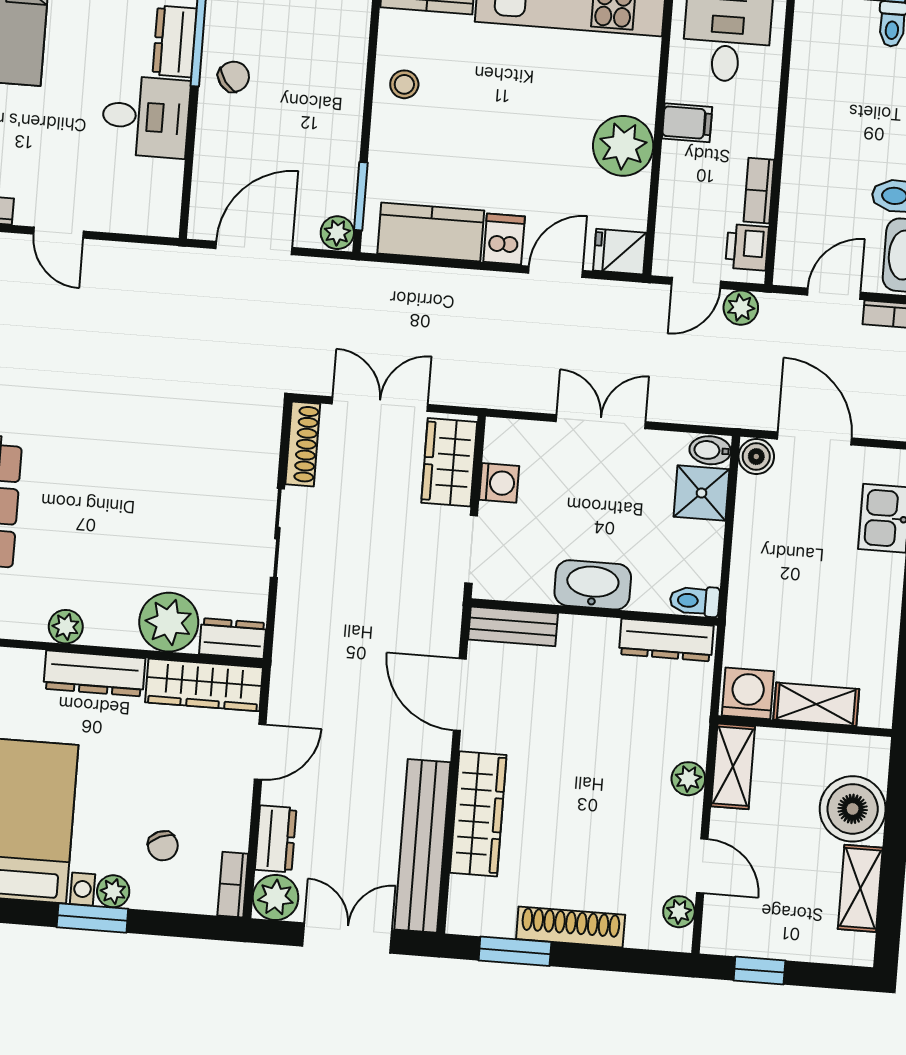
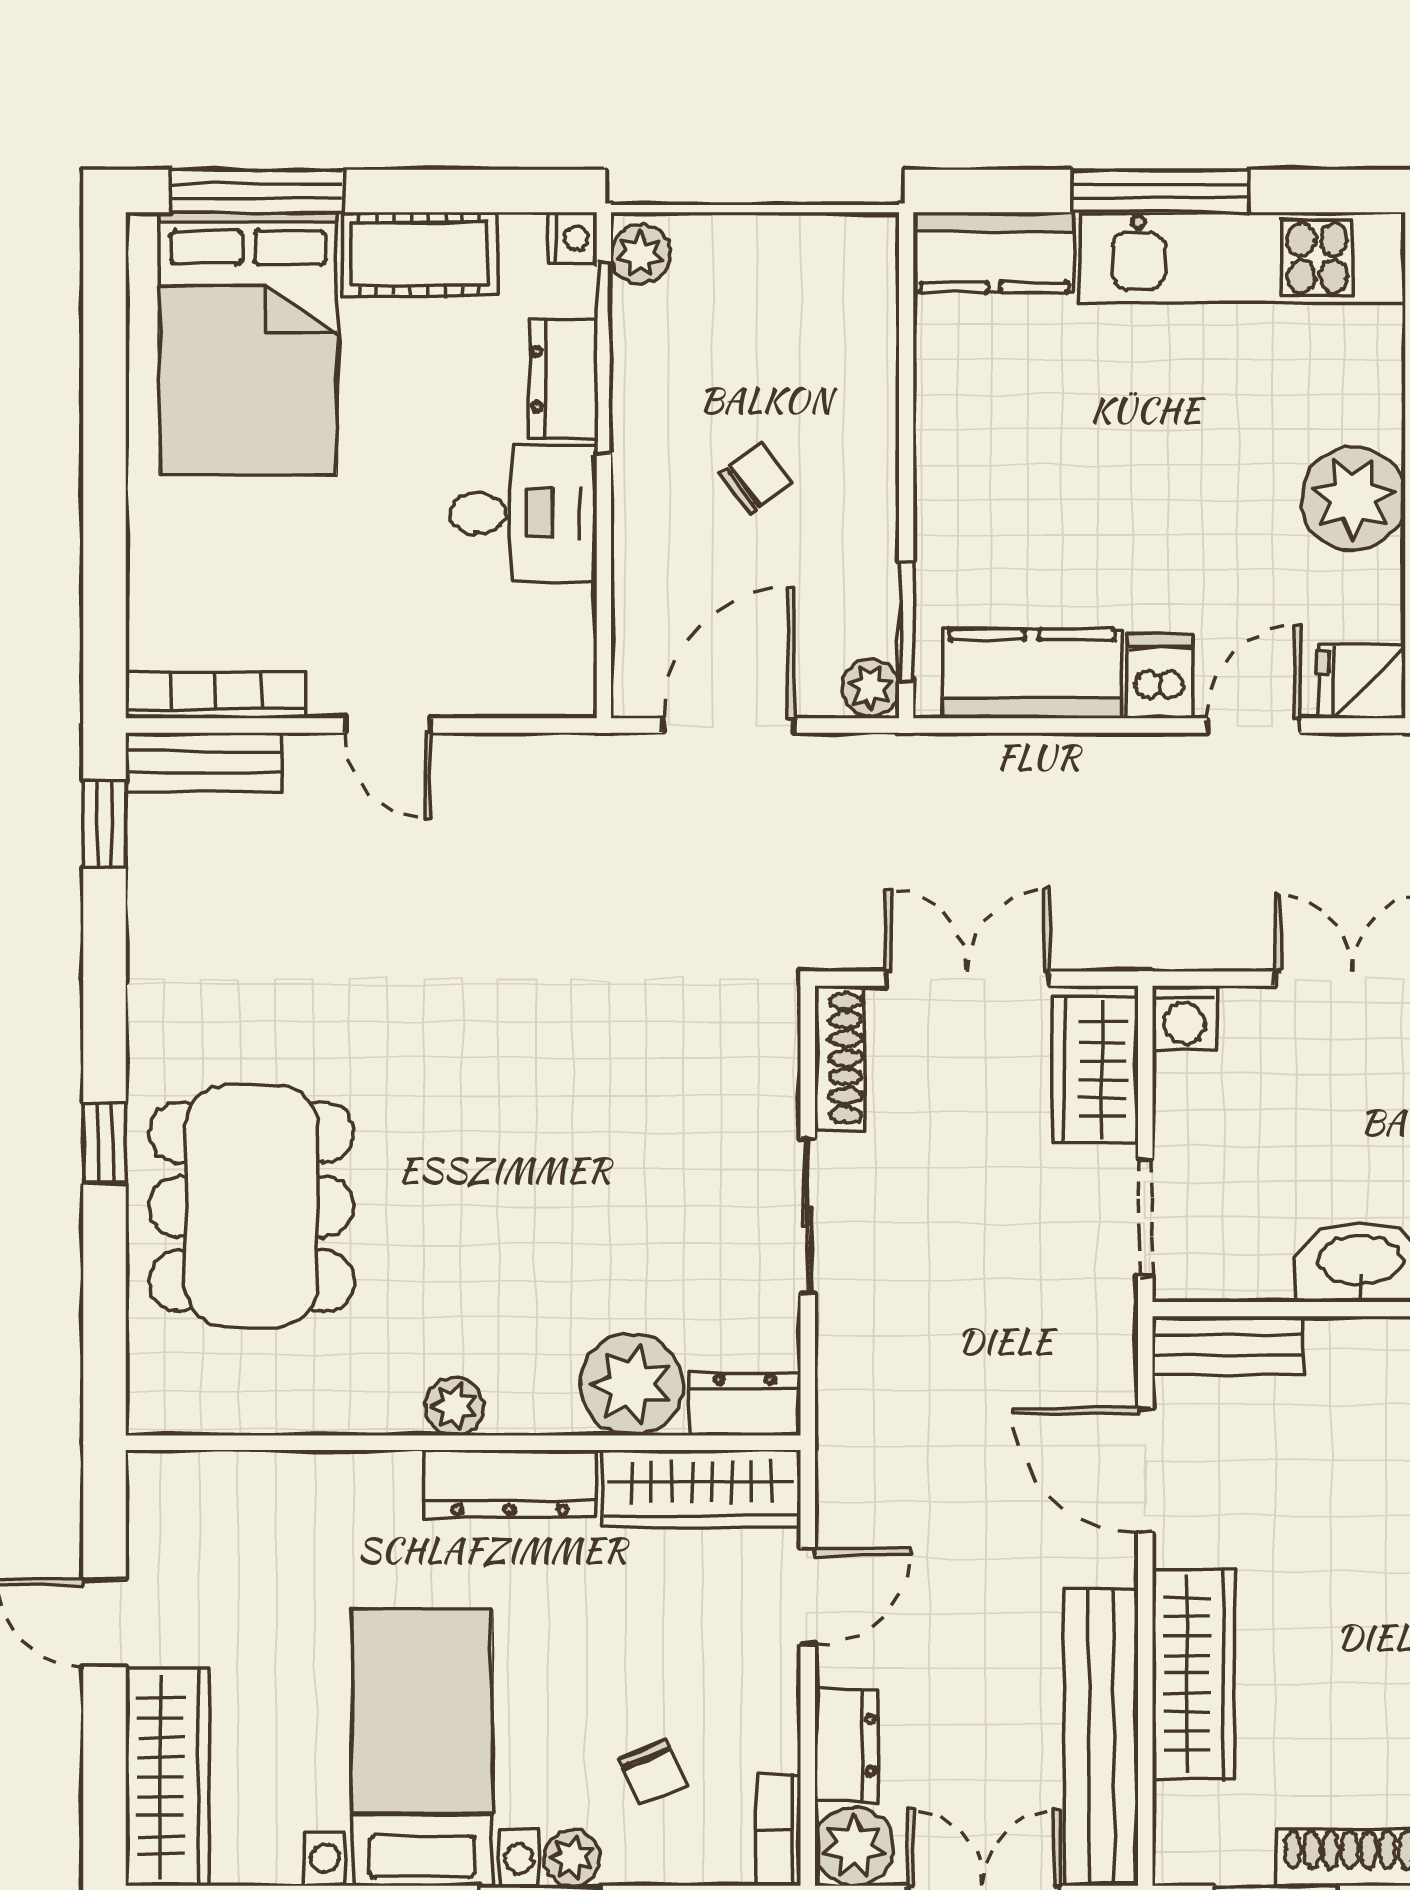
chair: (234, 77) -> (756, 478), moved
stool: (404, 84) -> (966, 422), removed
washing machine: (499, 483) -> (1184, 1018), moved, turned 90

